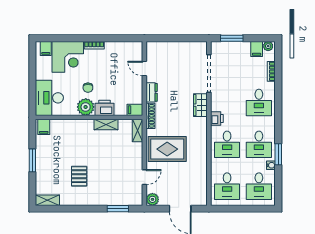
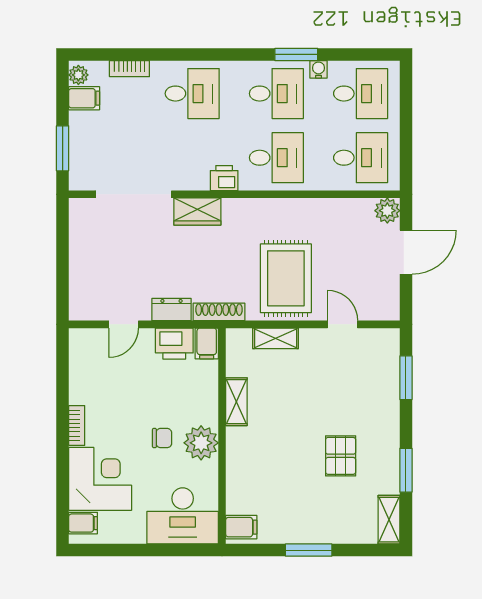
printer: (104, 108) -> (174, 344), moved, turned -90
shelving: (137, 131) -> (276, 338), moved
pallet: (79, 176) -> (341, 456), turned 90
plant: (152, 199) -> (387, 211), moved
window: (72, 209) -> (406, 470), added

